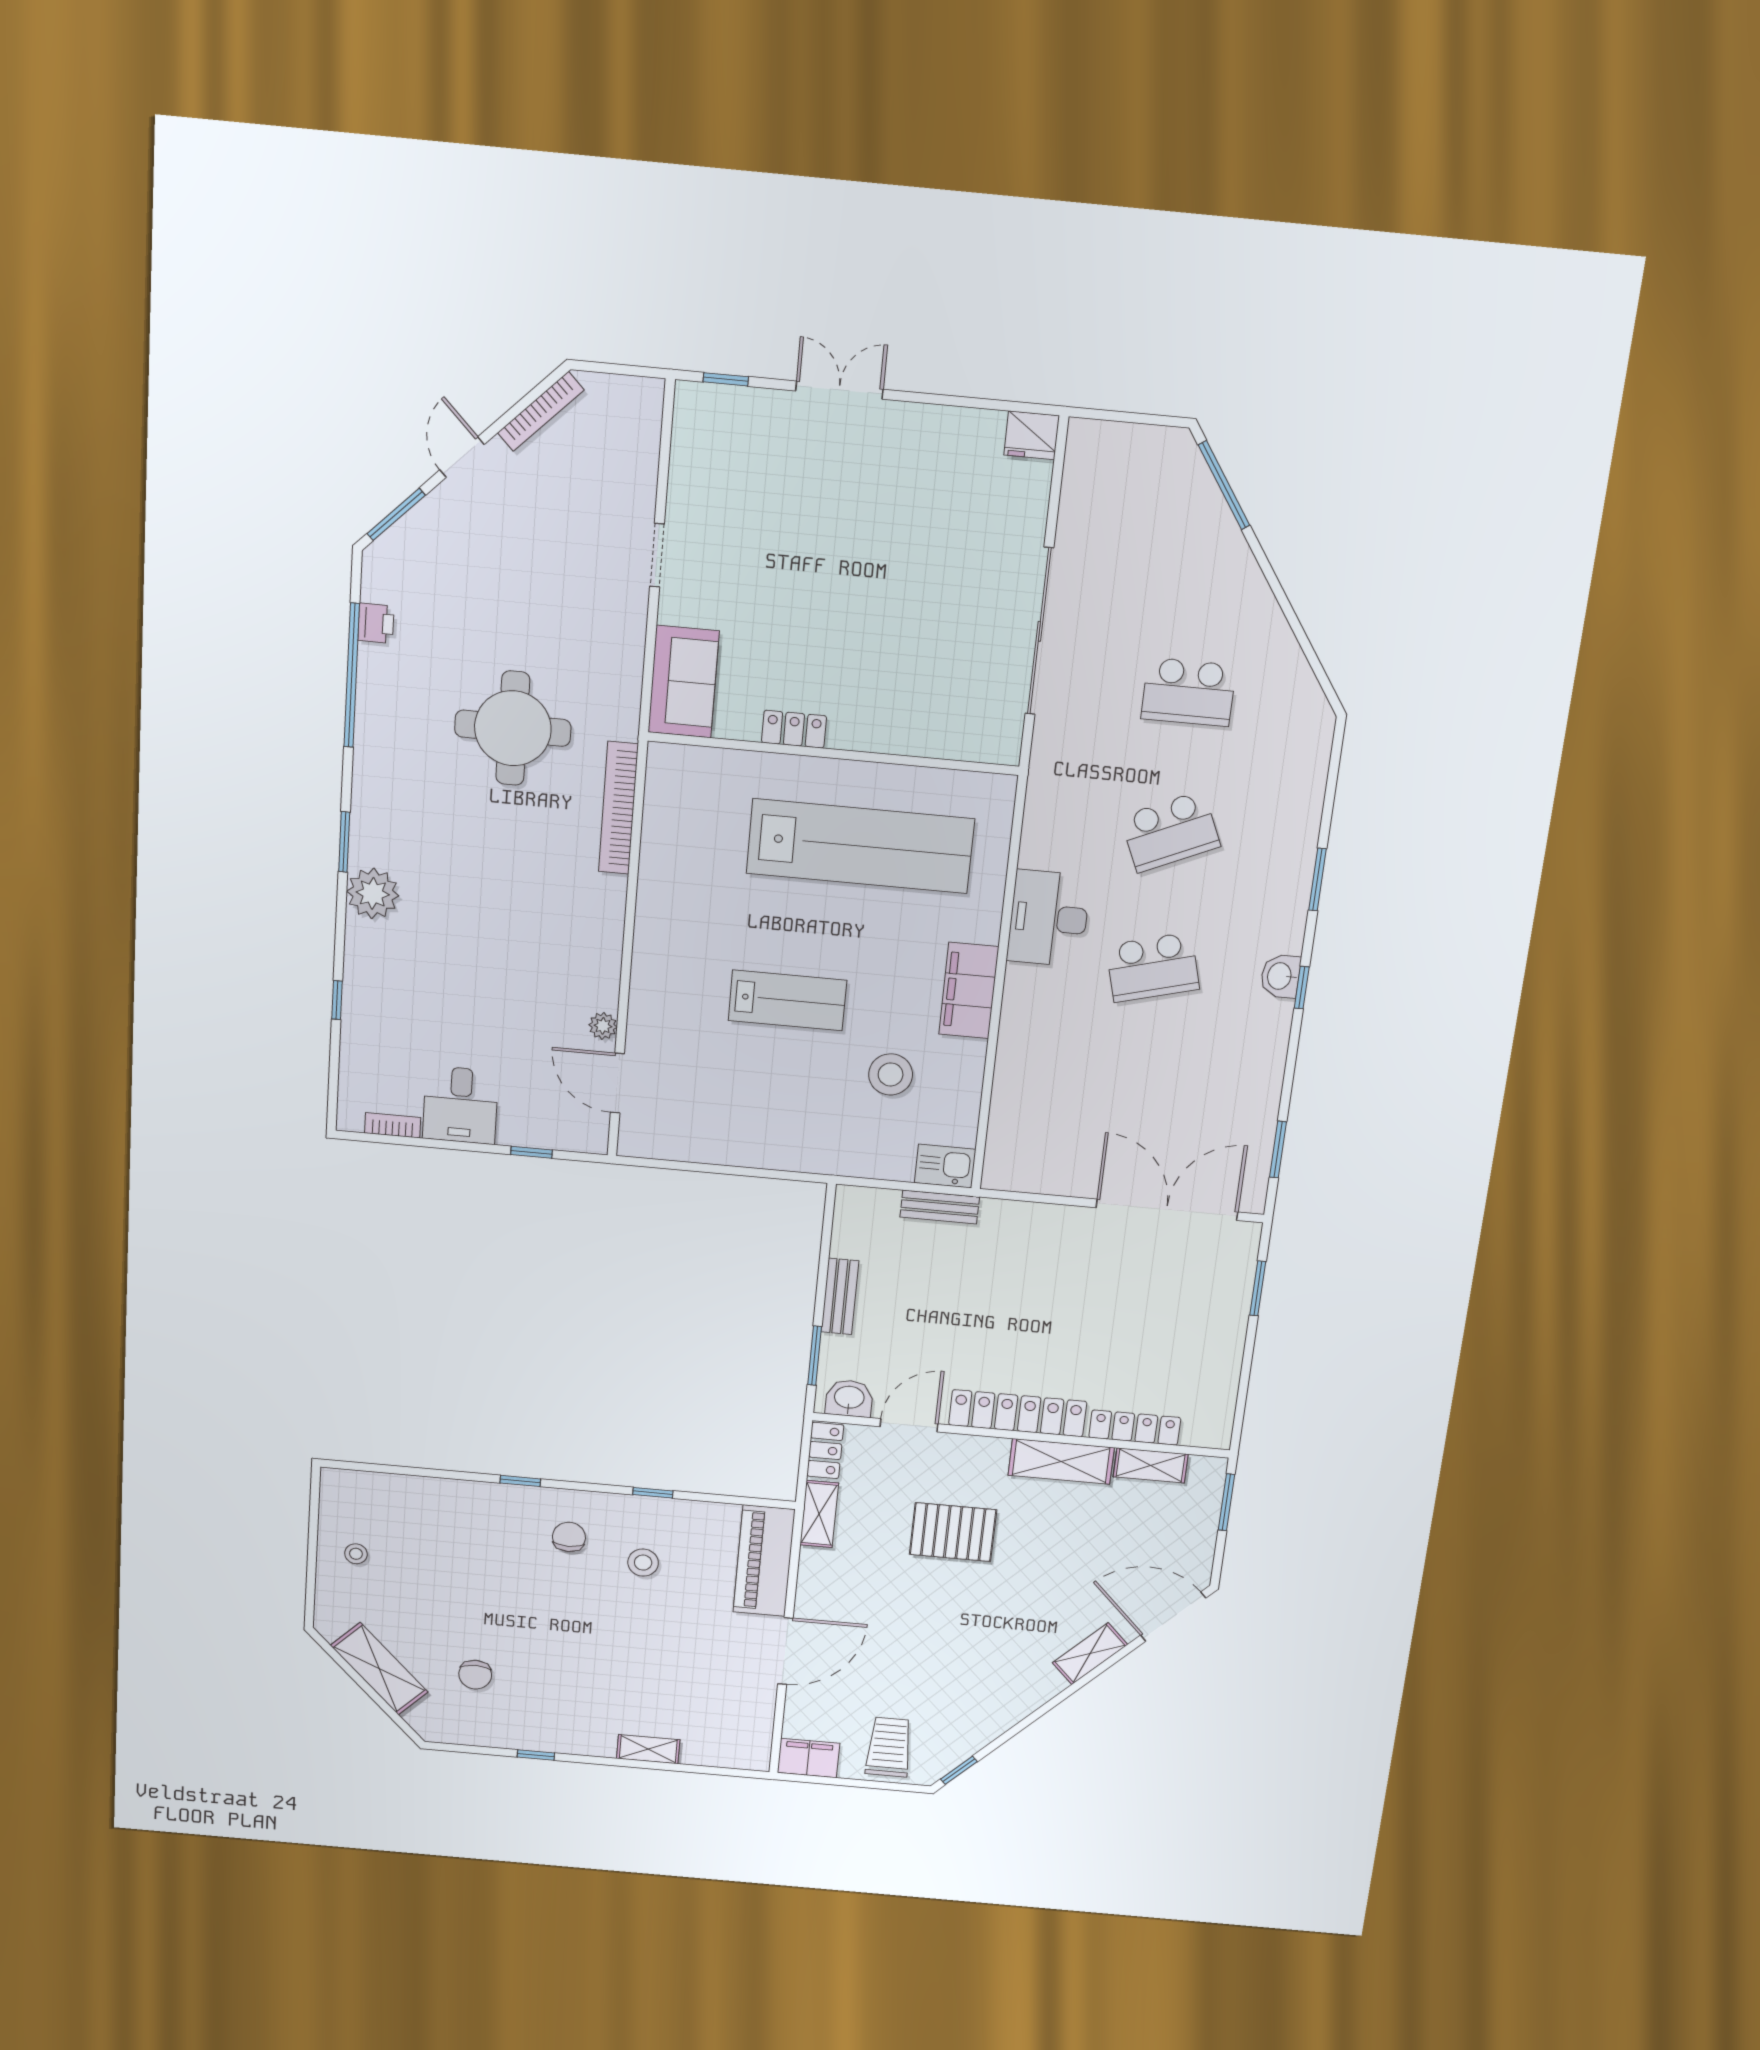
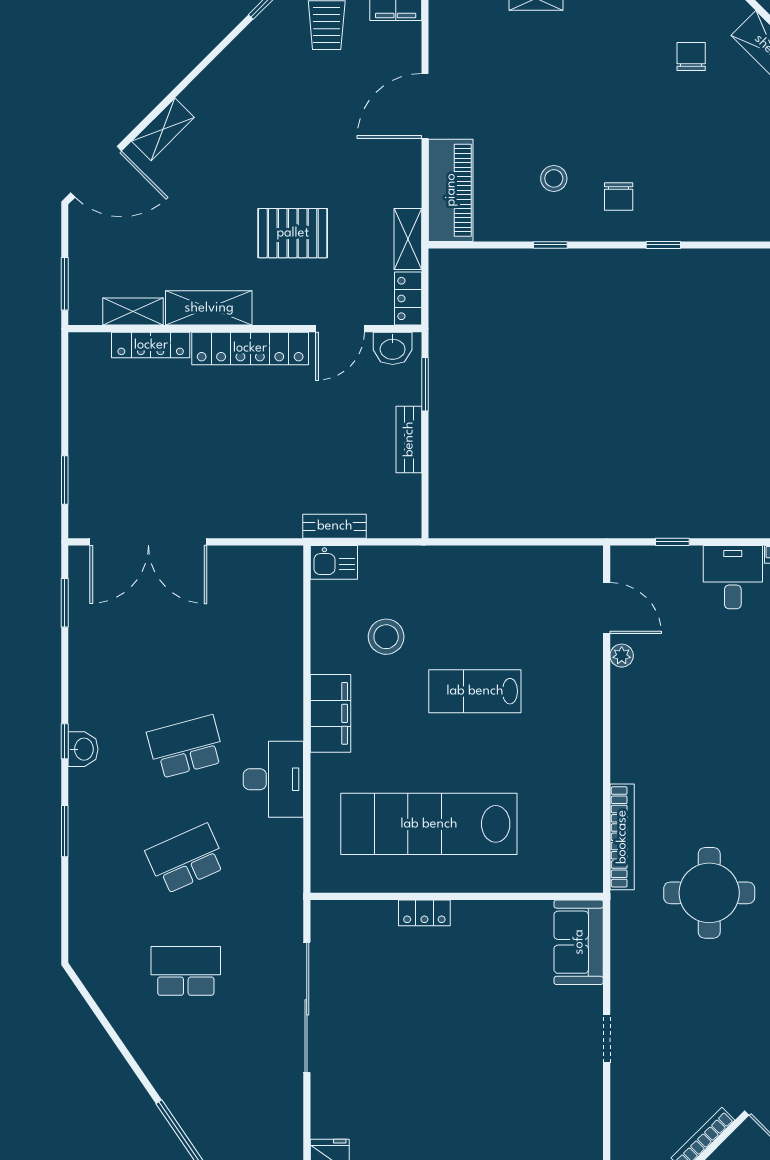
locker: (794, 729) -> (424, 913), moved

